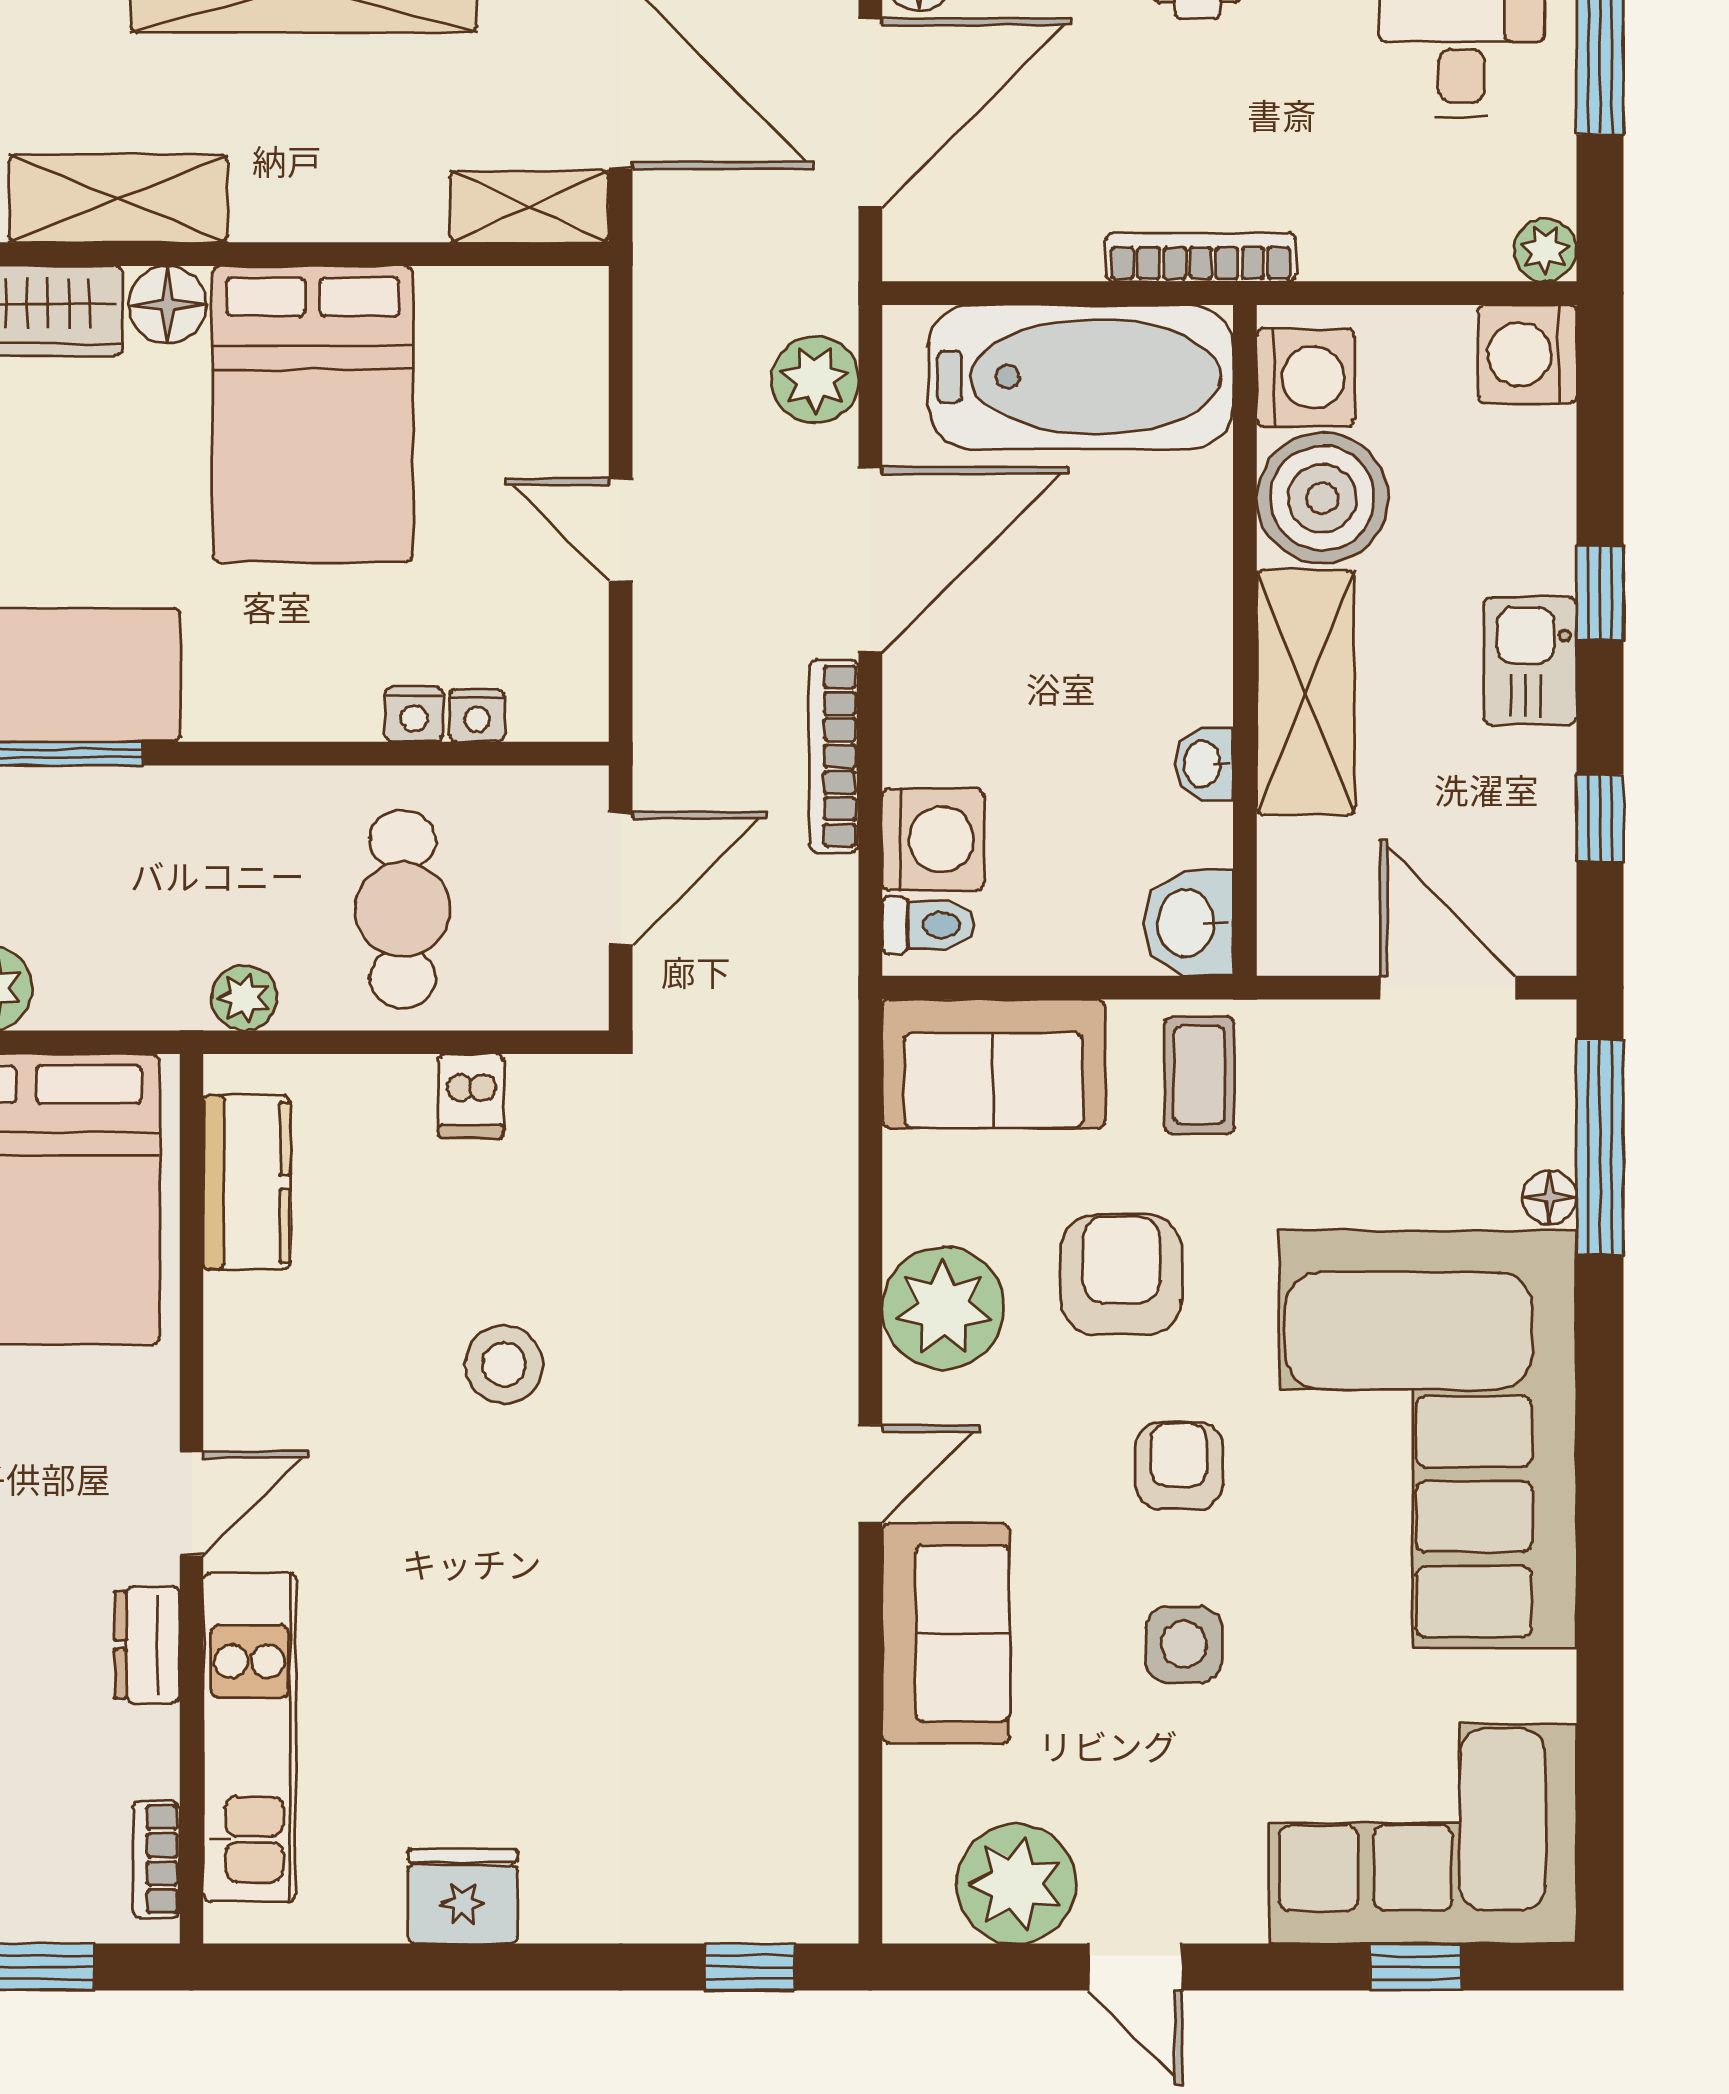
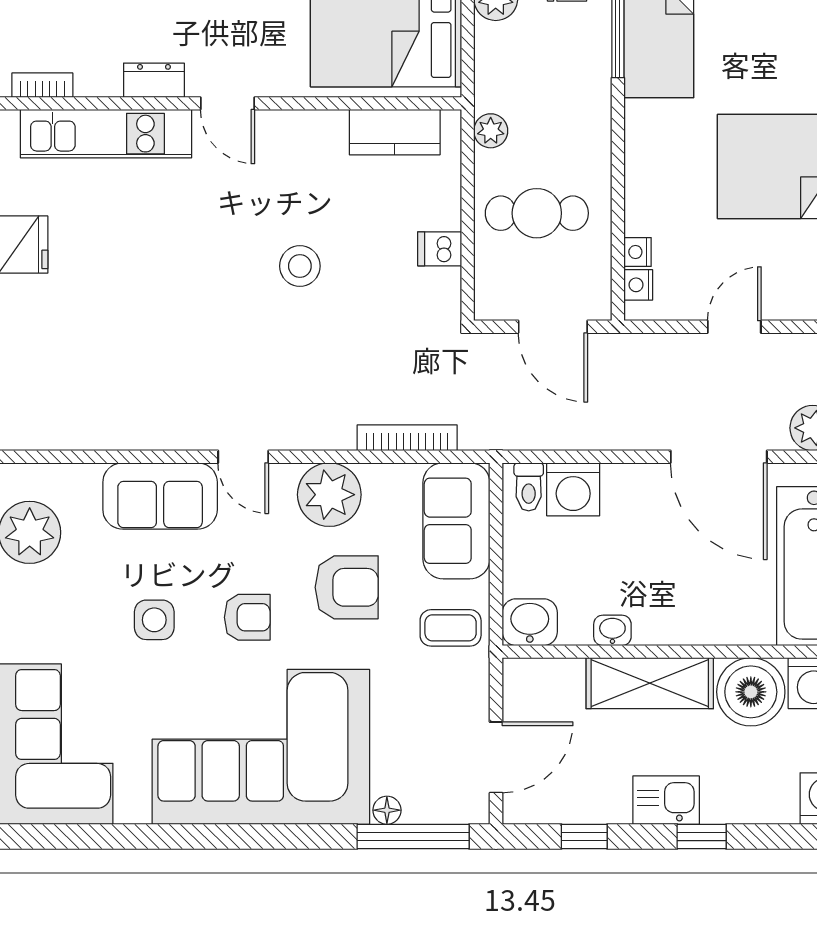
nightstand: (414, 714) -> (638, 285), moved
bookcase: (834, 756) -> (407, 438), moved

